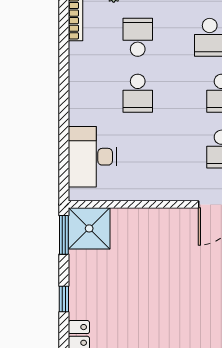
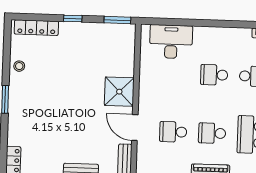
shower: (89, 228) -> (119, 92), moved

